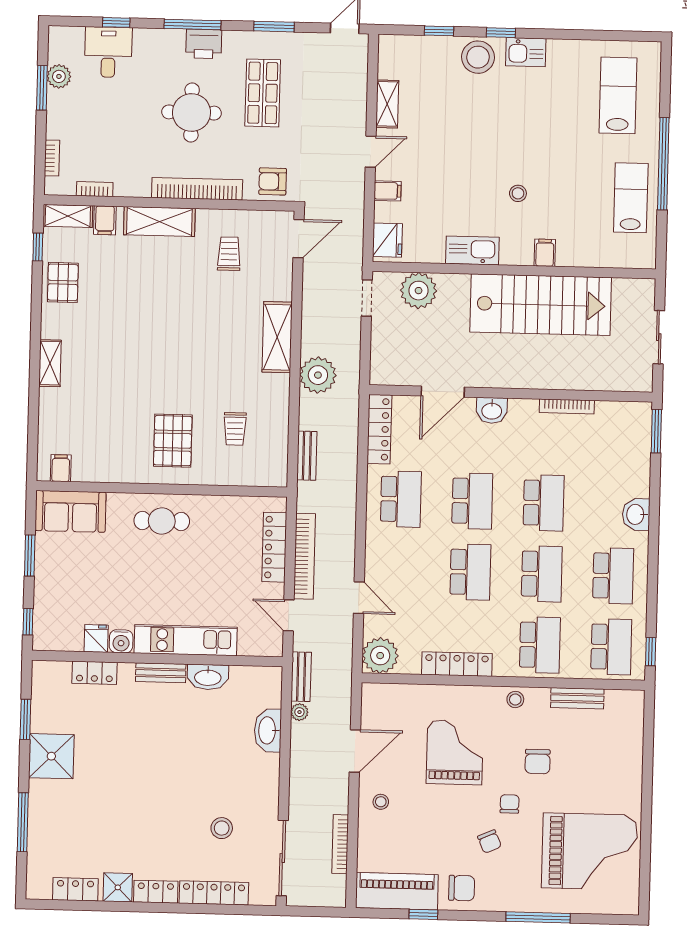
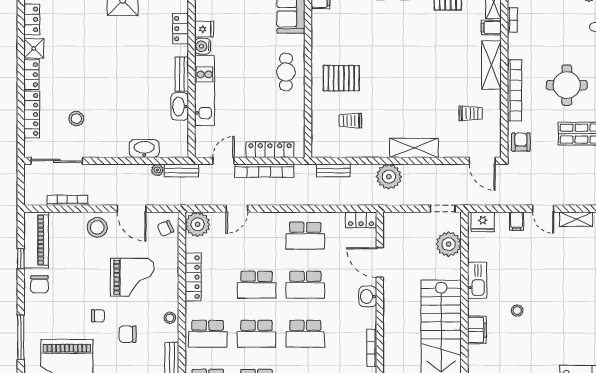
filing cabinet: (545, 253) -> (477, 330), width x2.00
locker: (379, 429) -> (361, 220), width x0.66
stool: (381, 802) -> (97, 227), width x1.89, depth x1.89
chair: (489, 842) -> (165, 228), moved

